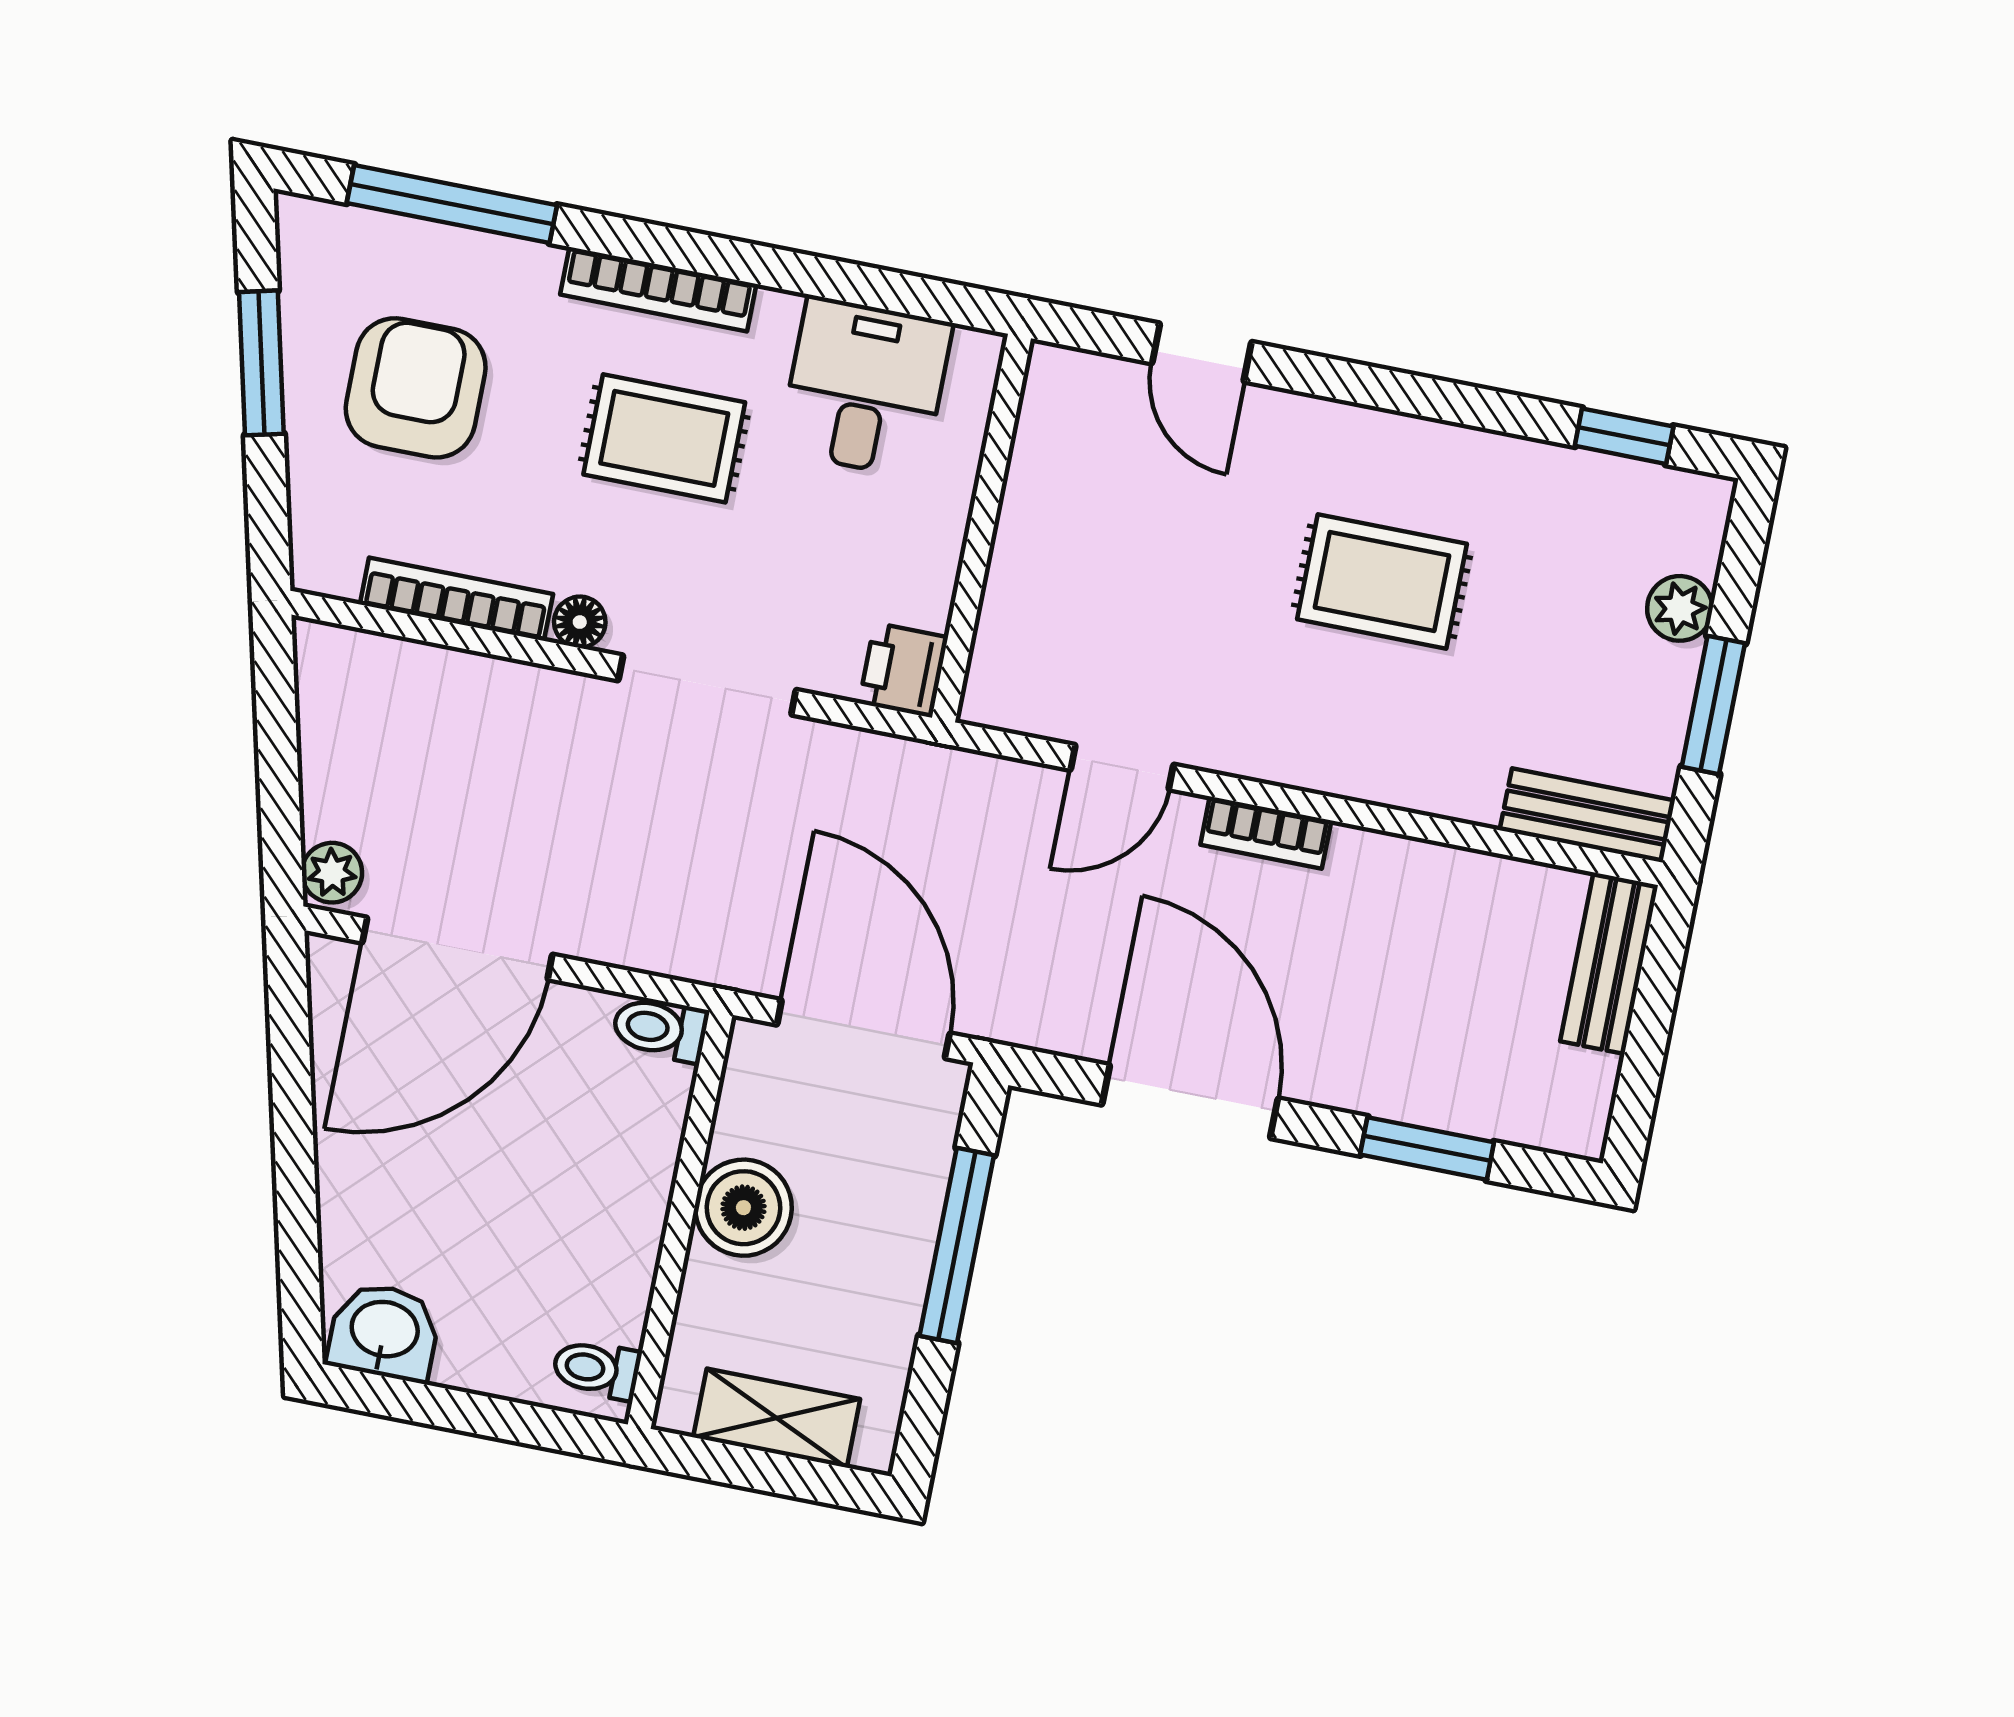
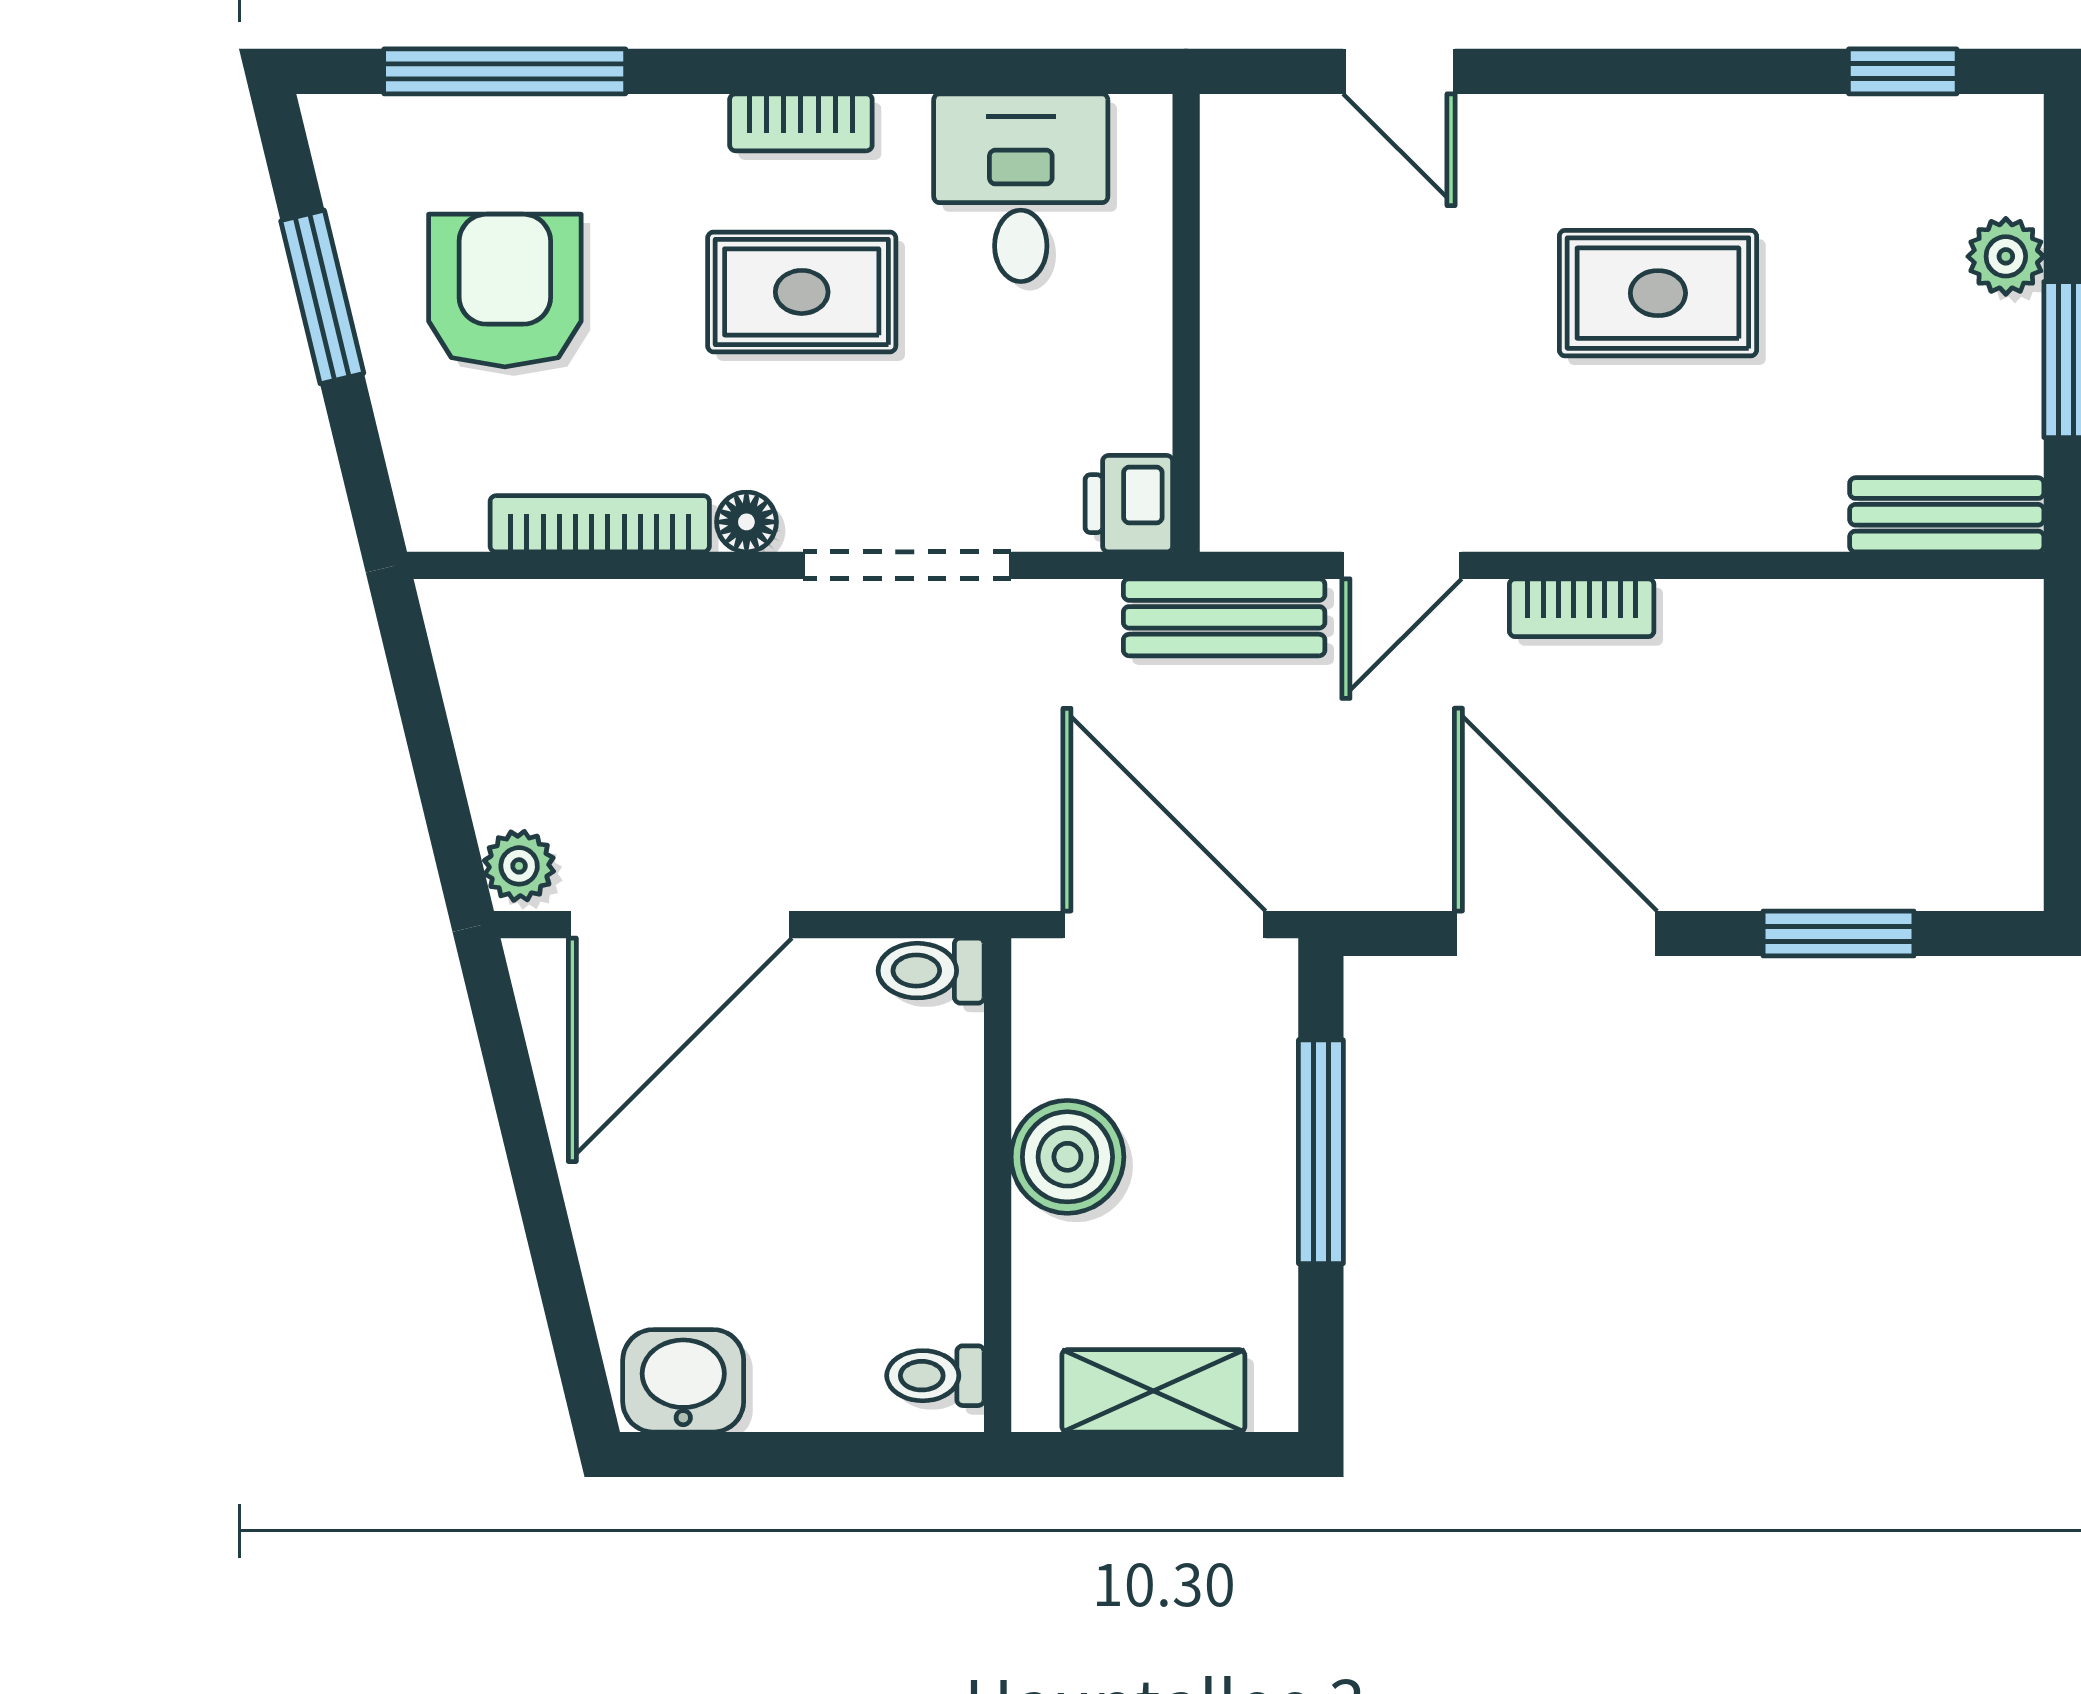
bookcase: (658, 289) -> (801, 122), width x0.64
bench: (1609, 963) -> (1224, 617), moved, turned 90

